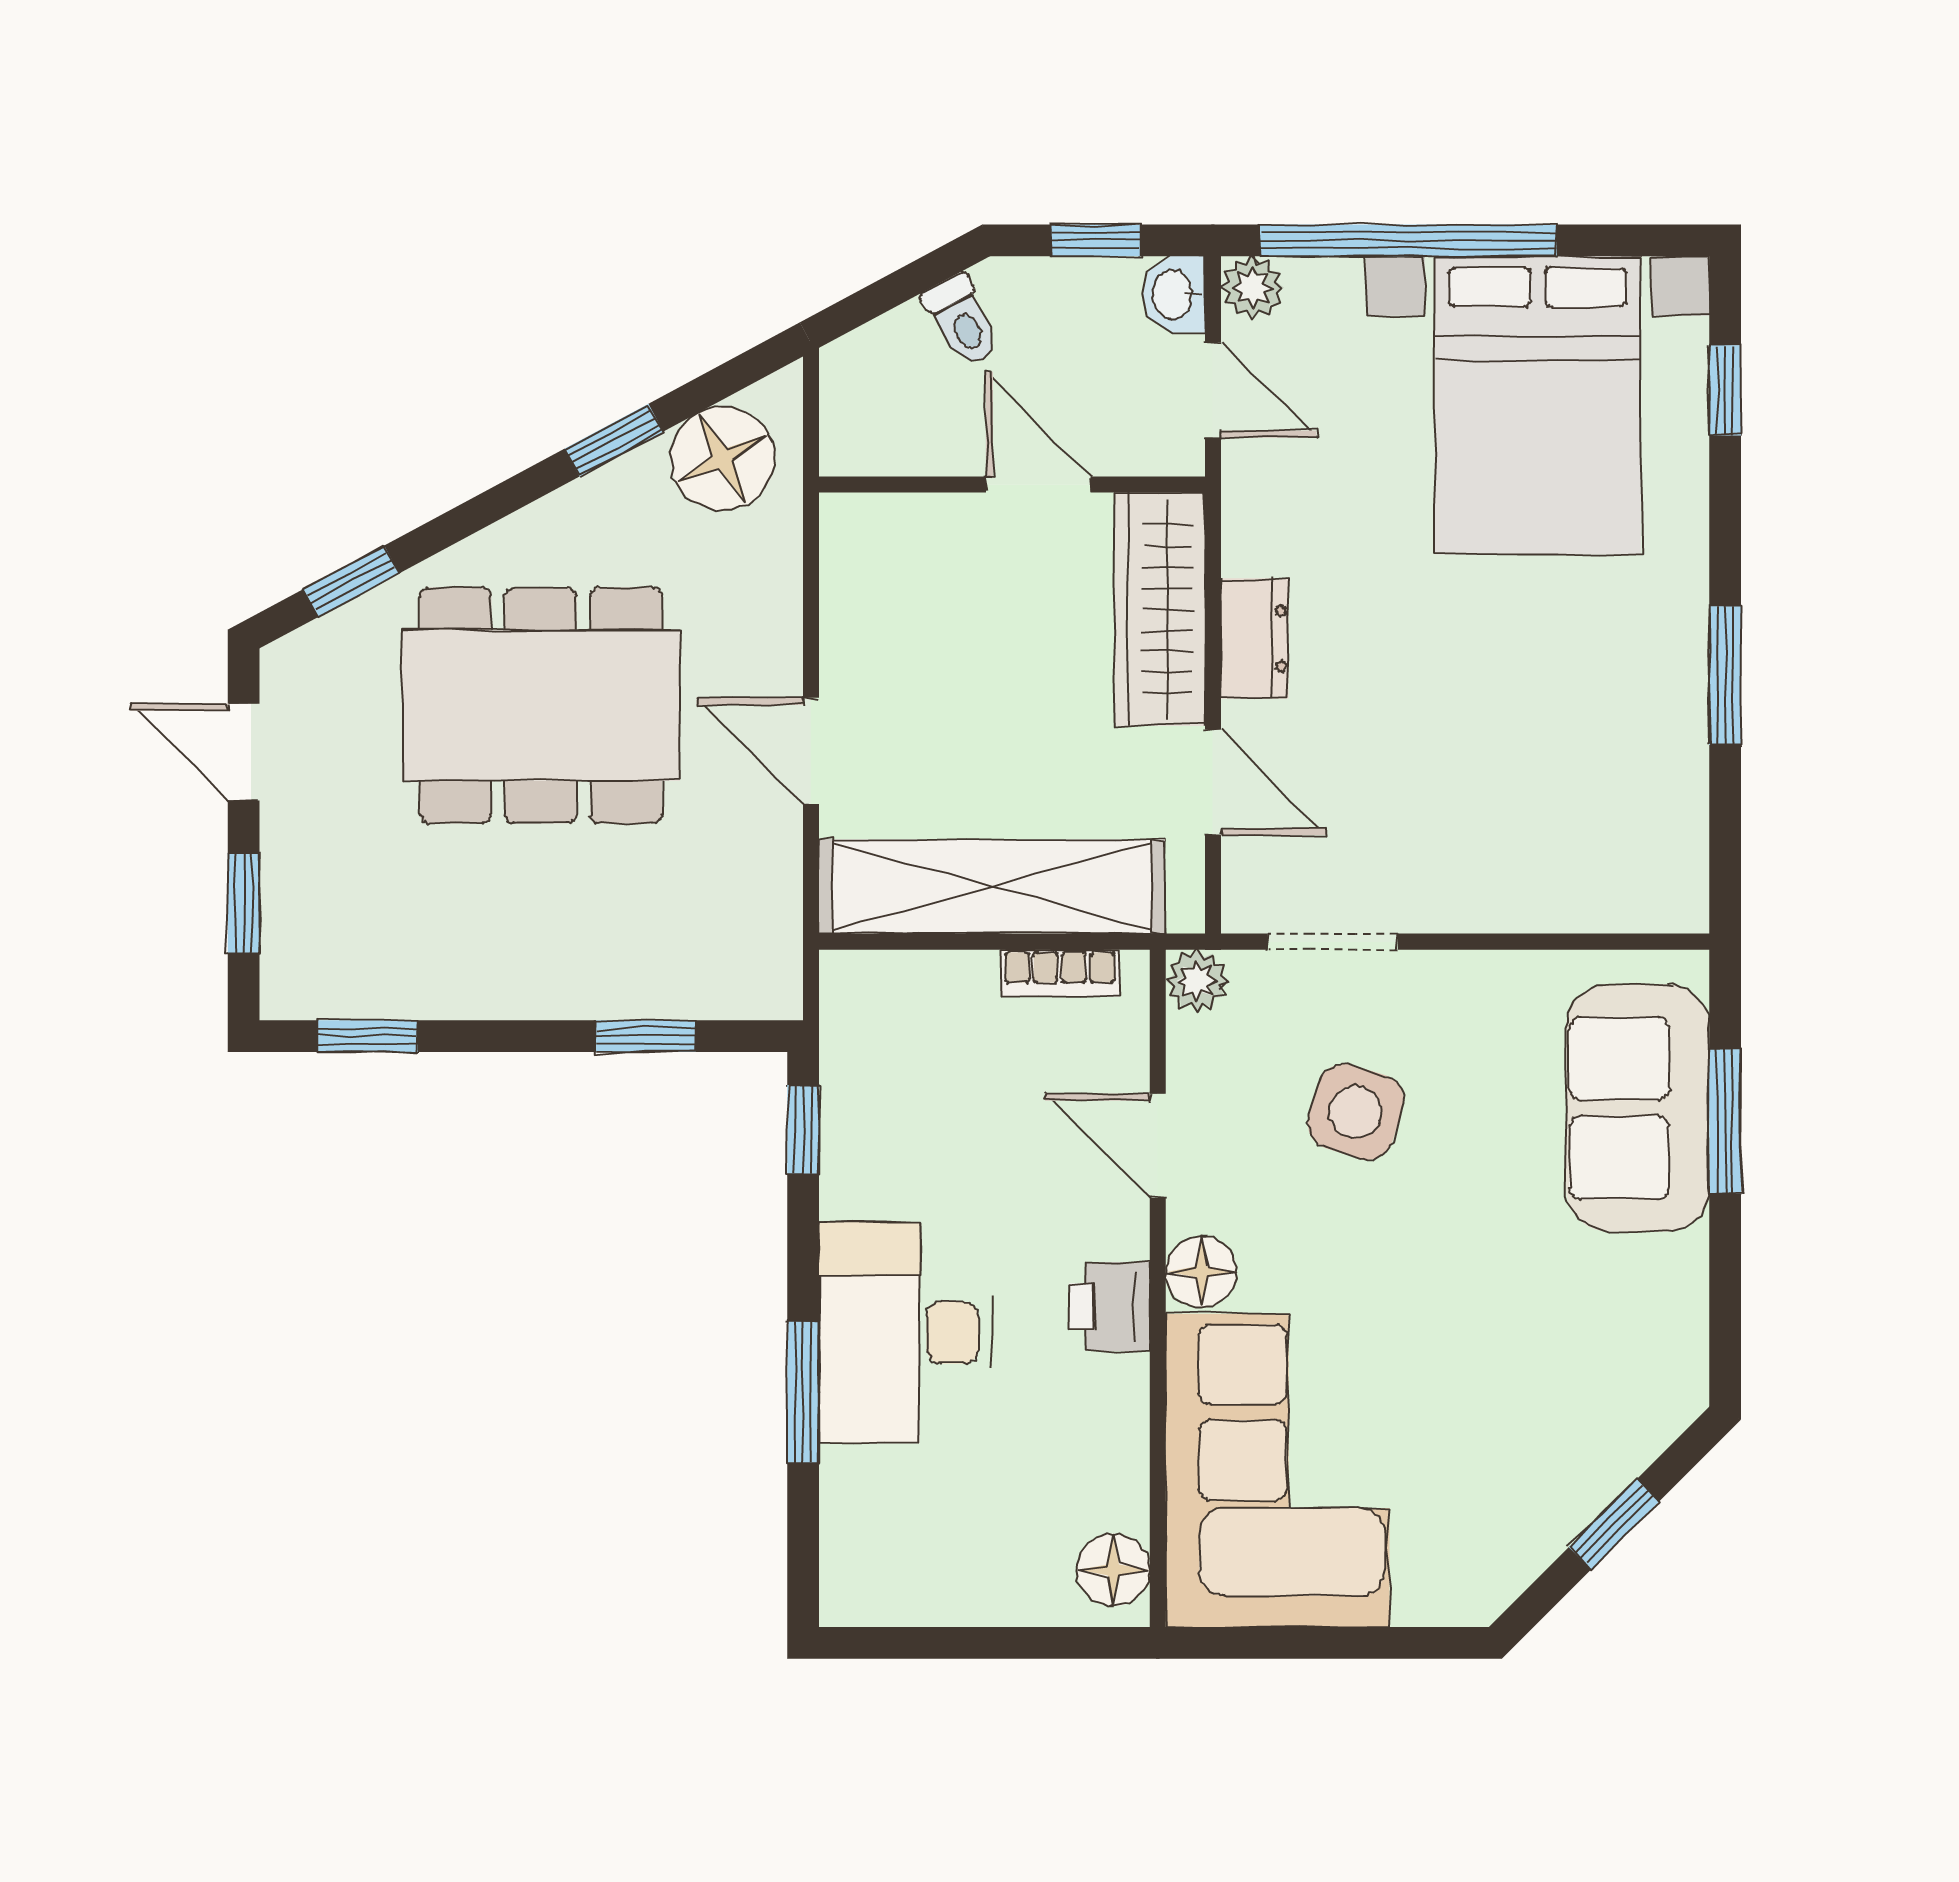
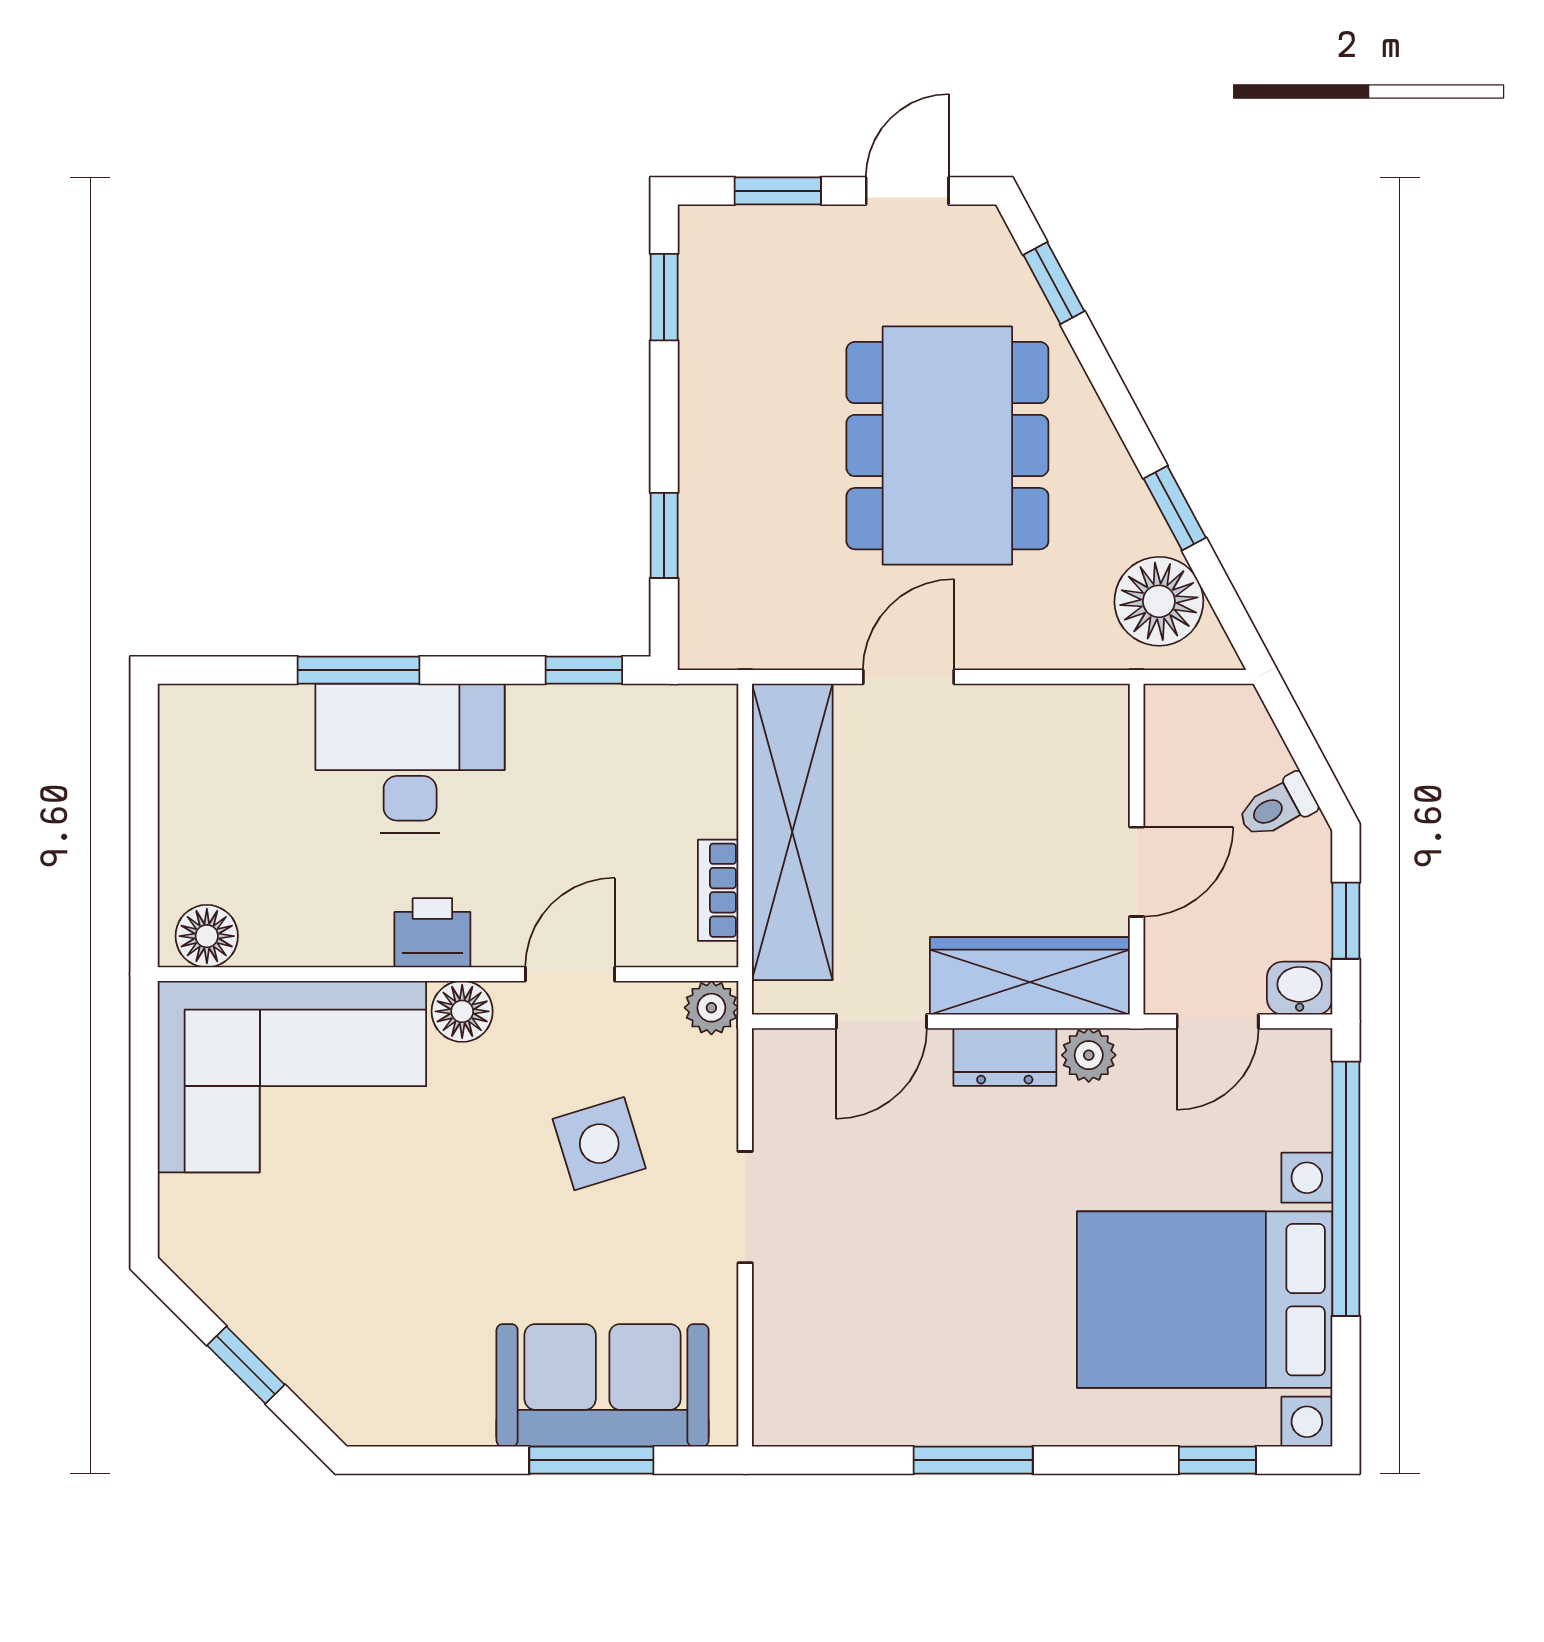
plant: (1252, 288) -> (1089, 1055), moved
doorway: (1333, 942) -> (745, 1207), moved
side table: (1356, 1112) -> (599, 1144), turned -34

